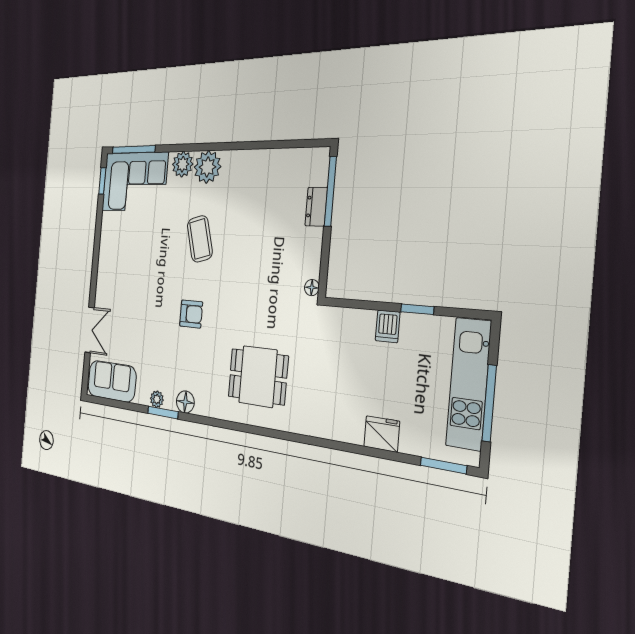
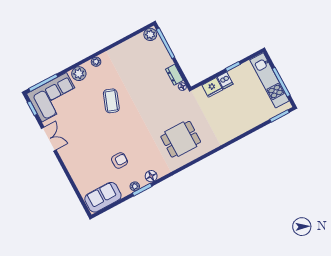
plant: (316, 160) -> (150, 34), added
plant: (207, 167) -> (96, 62), width x0.53, depth x0.53
dresser: (316, 207) -> (174, 75), moved
coffee table: (200, 239) -> (111, 101), turned 36
armchair: (191, 314) -> (120, 160), moved
double door: (90, 330) -> (49, 139), moved
fridge: (382, 434) -> (212, 87), moved, turned 180

